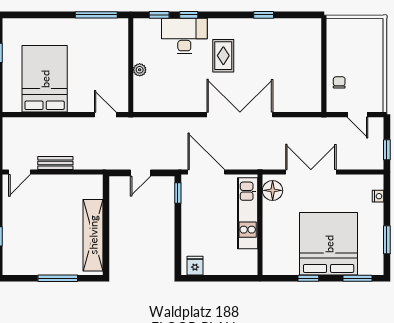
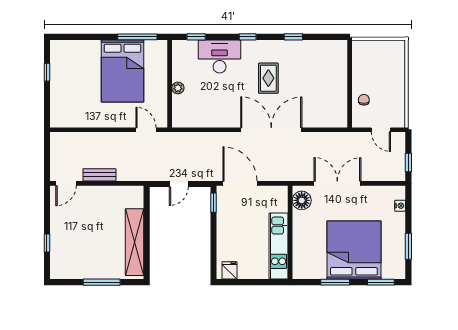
window: (189, 15) -> (248, 37), moved
rug: (223, 56) -> (268, 78), moved
bed: (45, 79) -> (122, 71), moved, turned 180
kitchen unit: (248, 213) -> (279, 246), moved
window: (308, 278) -> (335, 282), width x1.50

